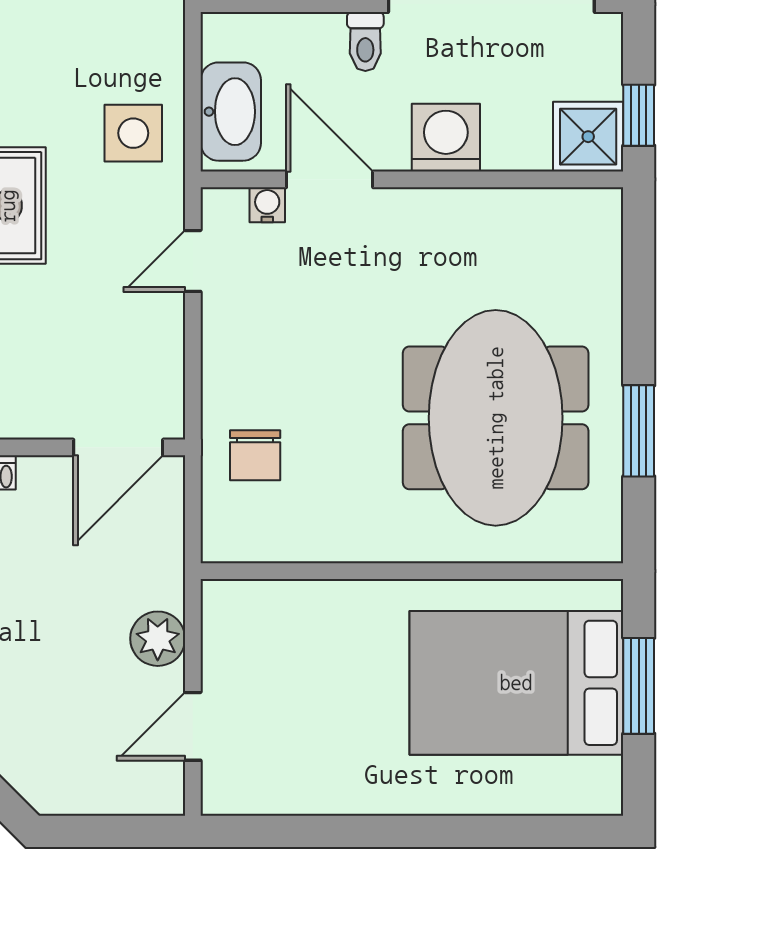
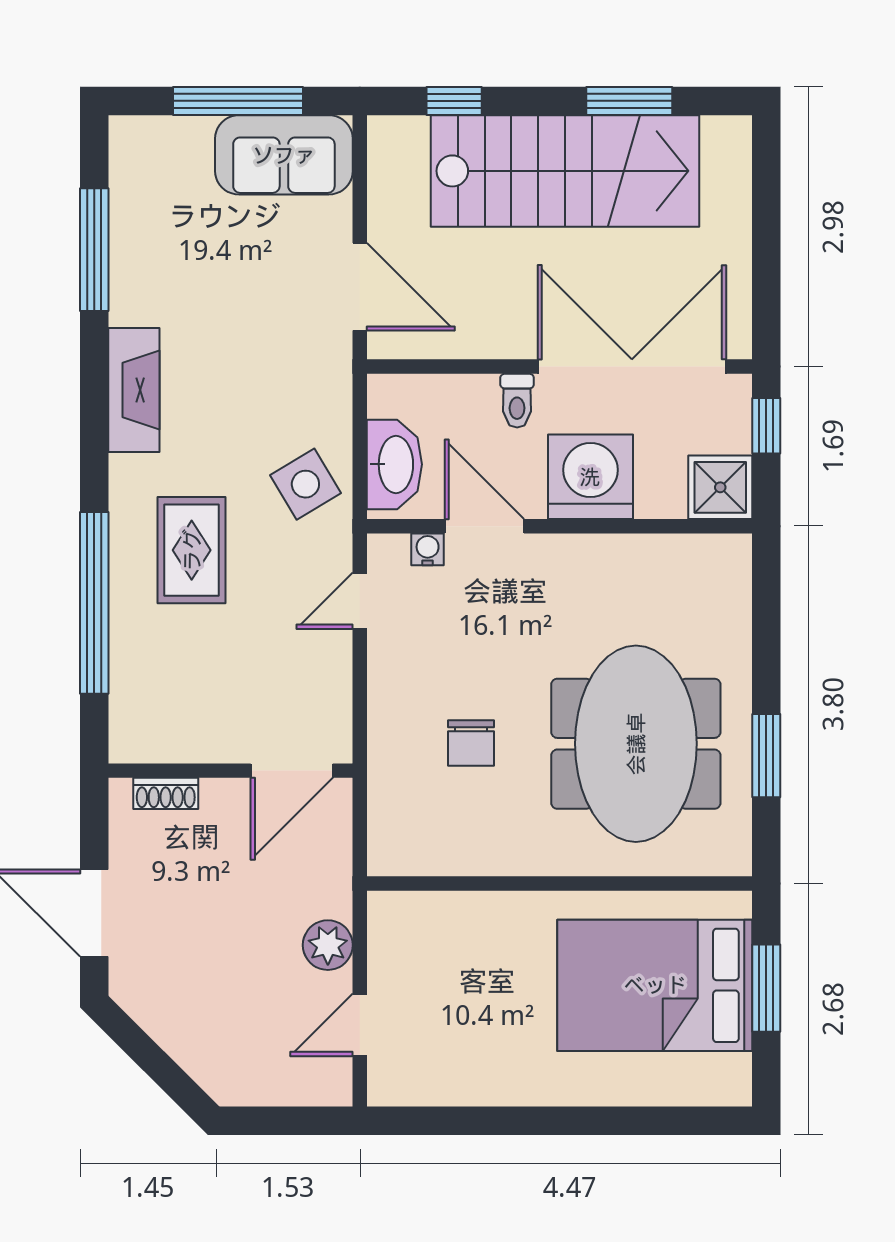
window: (639, 115) -> (766, 426), moved
side table: (133, 133) -> (305, 484), turned -31
washing machine: (446, 138) -> (590, 477), width x1.37, depth x1.37
chair: (255, 455) -> (471, 743), moved

